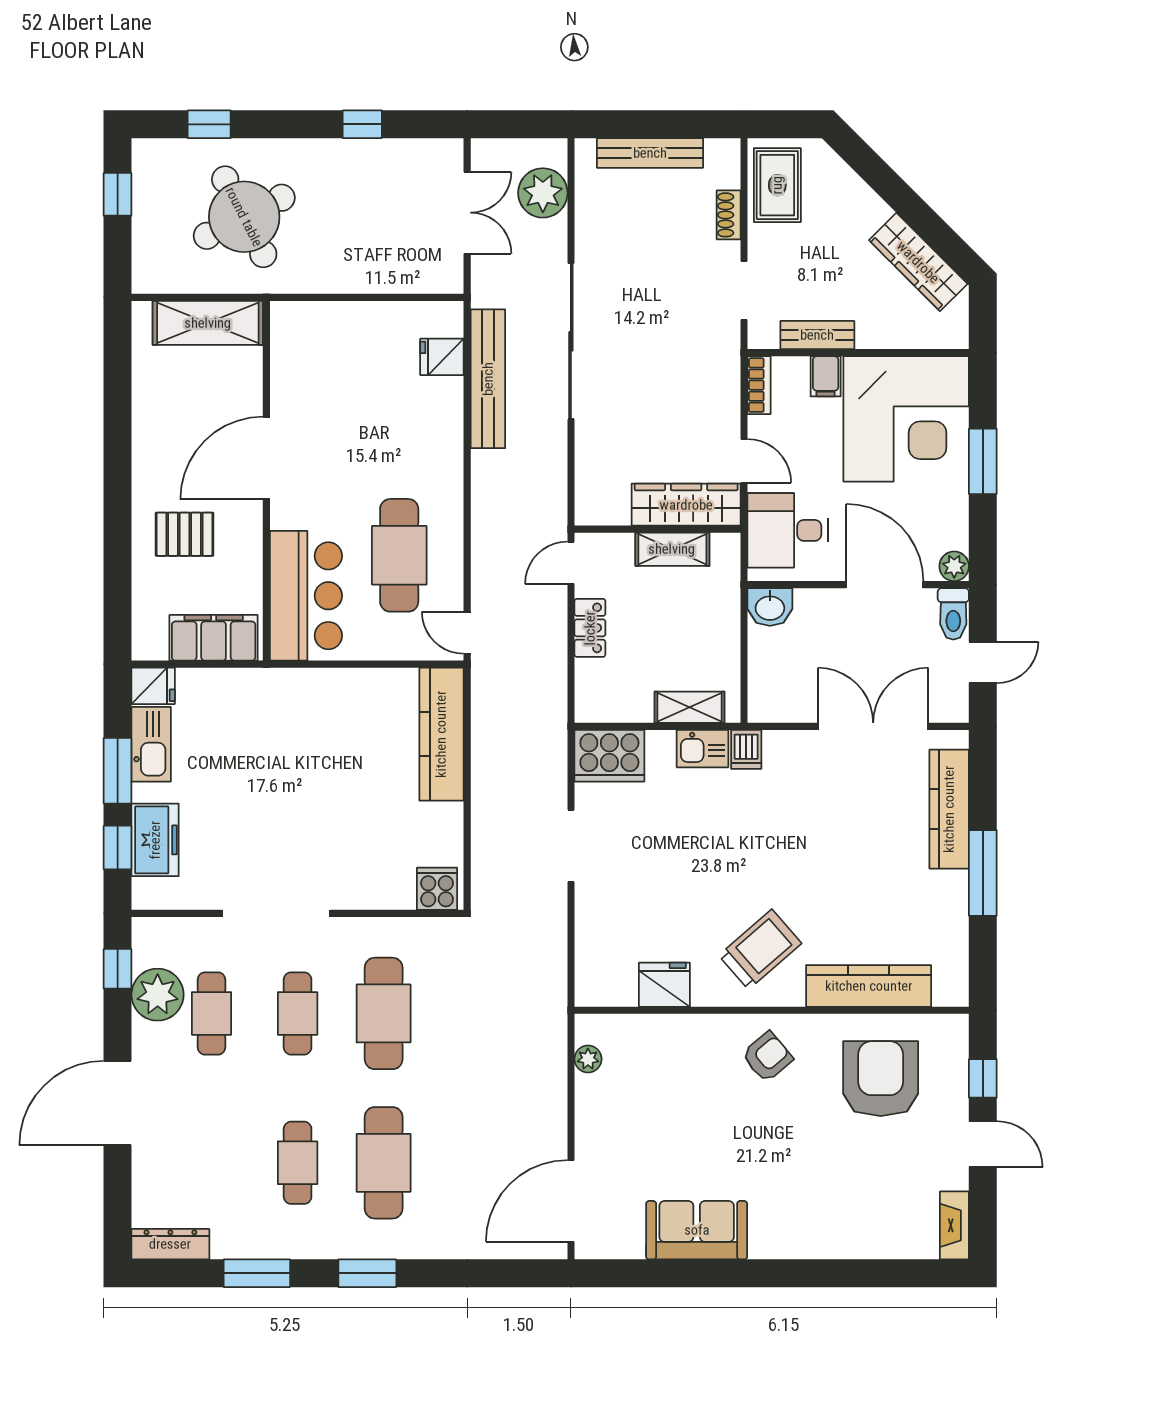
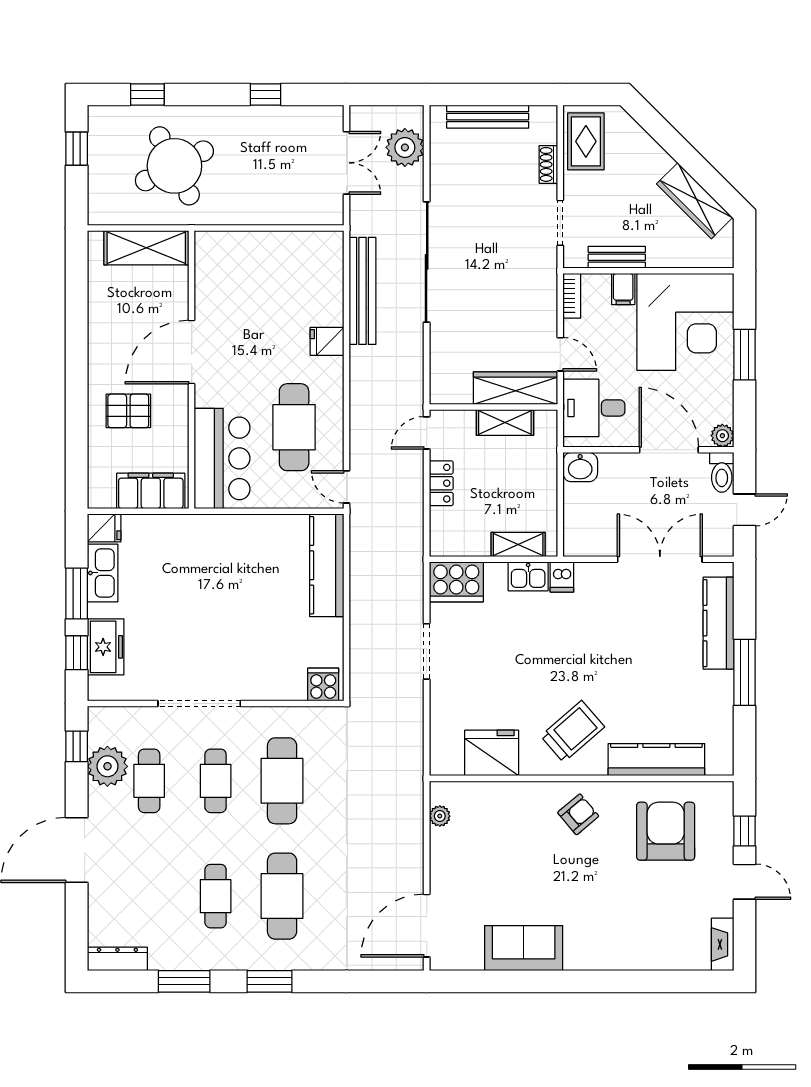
fridge: (442, 357) -> (327, 341), moved
fridge: (664, 985) -> (492, 753), width x1.36, depth x1.34

